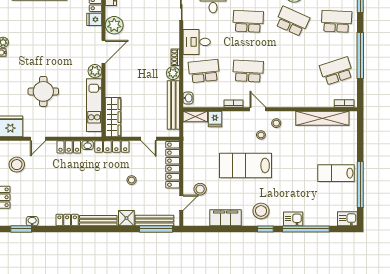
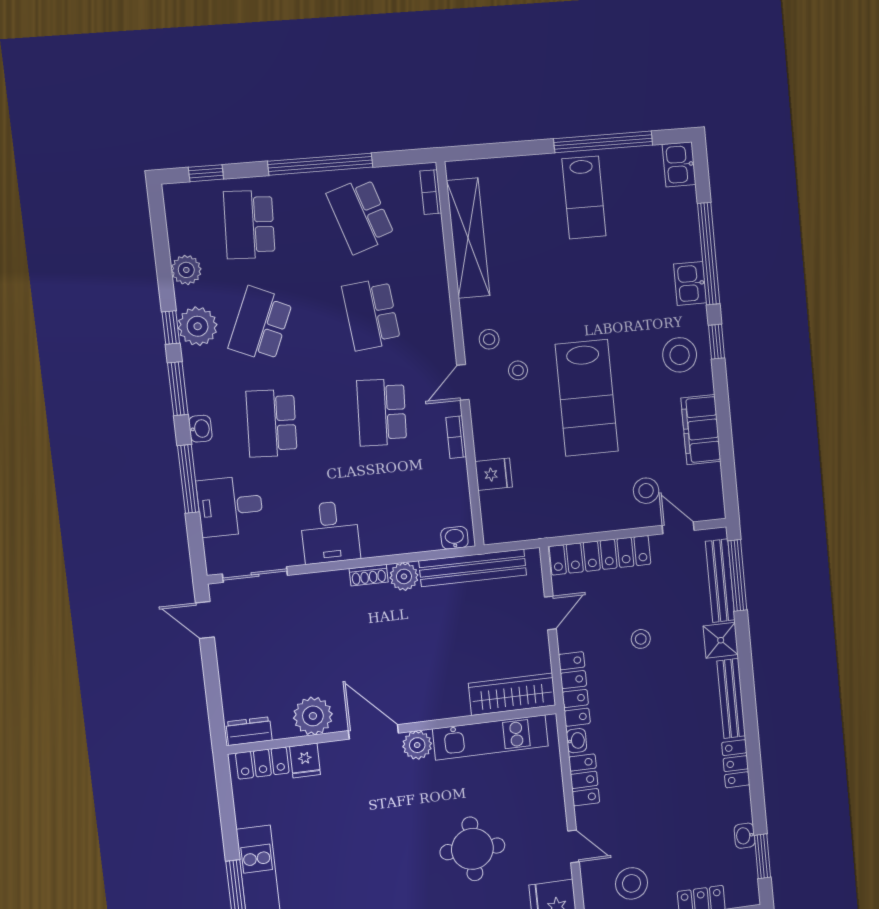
school desk: (204, 71) -> (371, 314), moved
shelving: (195, 116) -> (493, 518), removed

